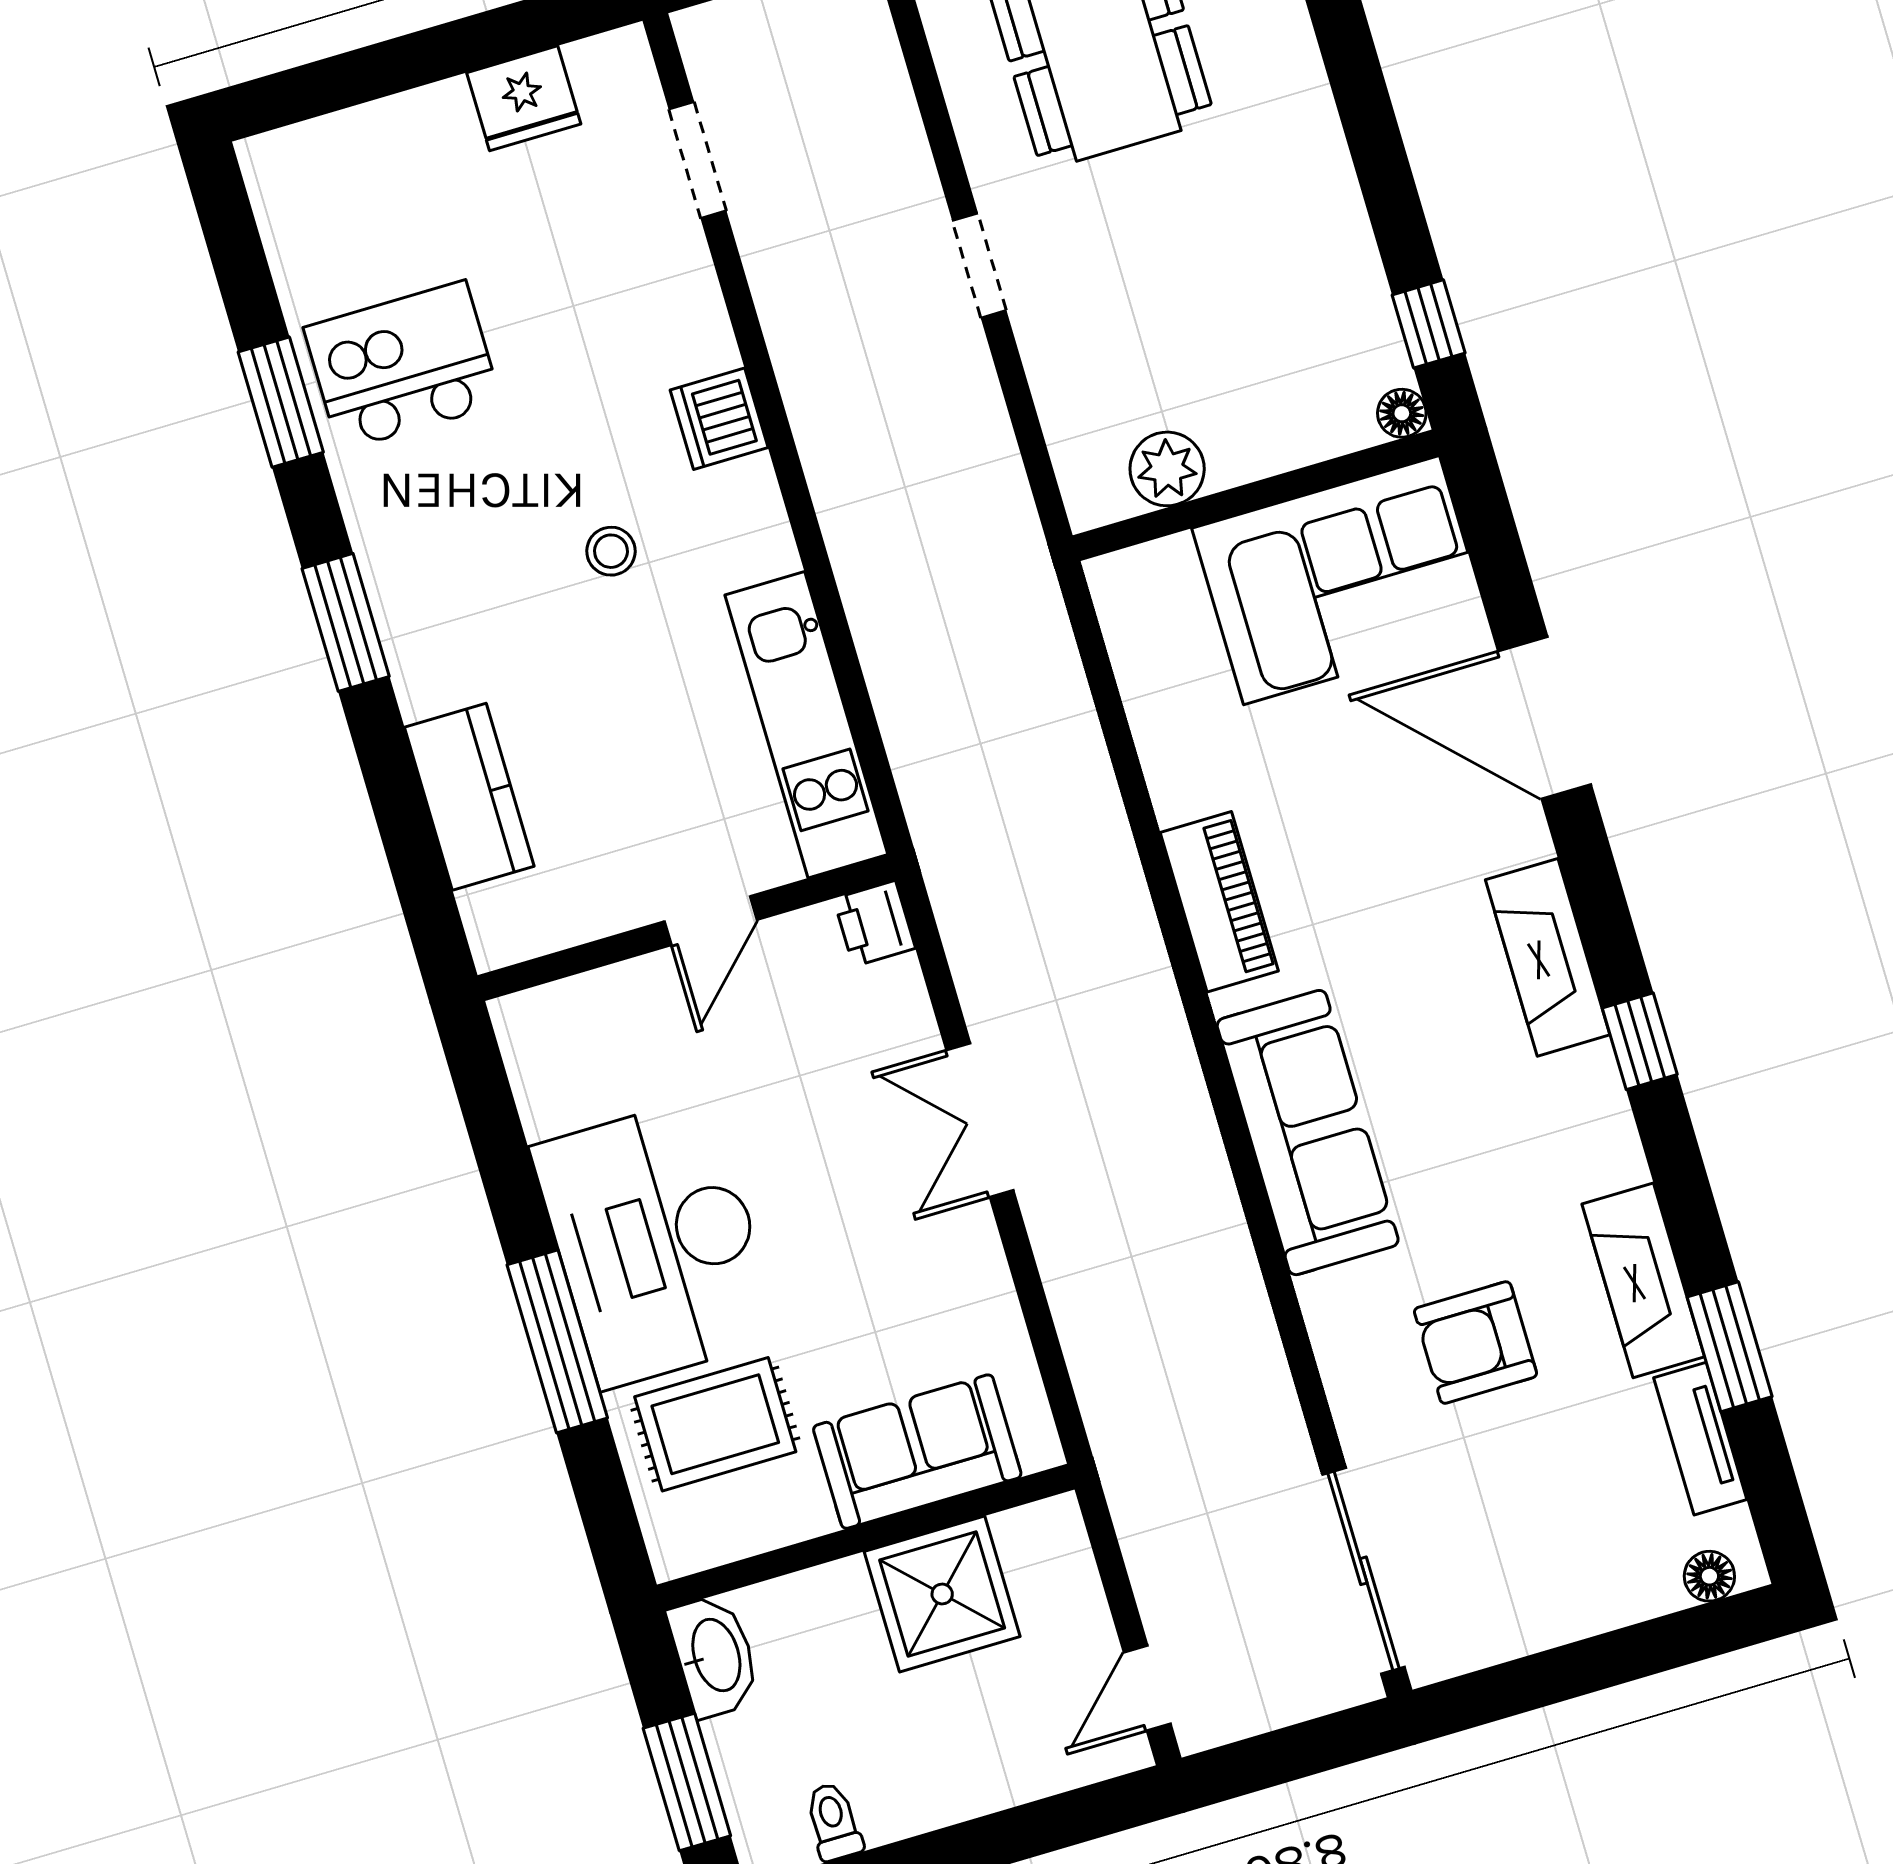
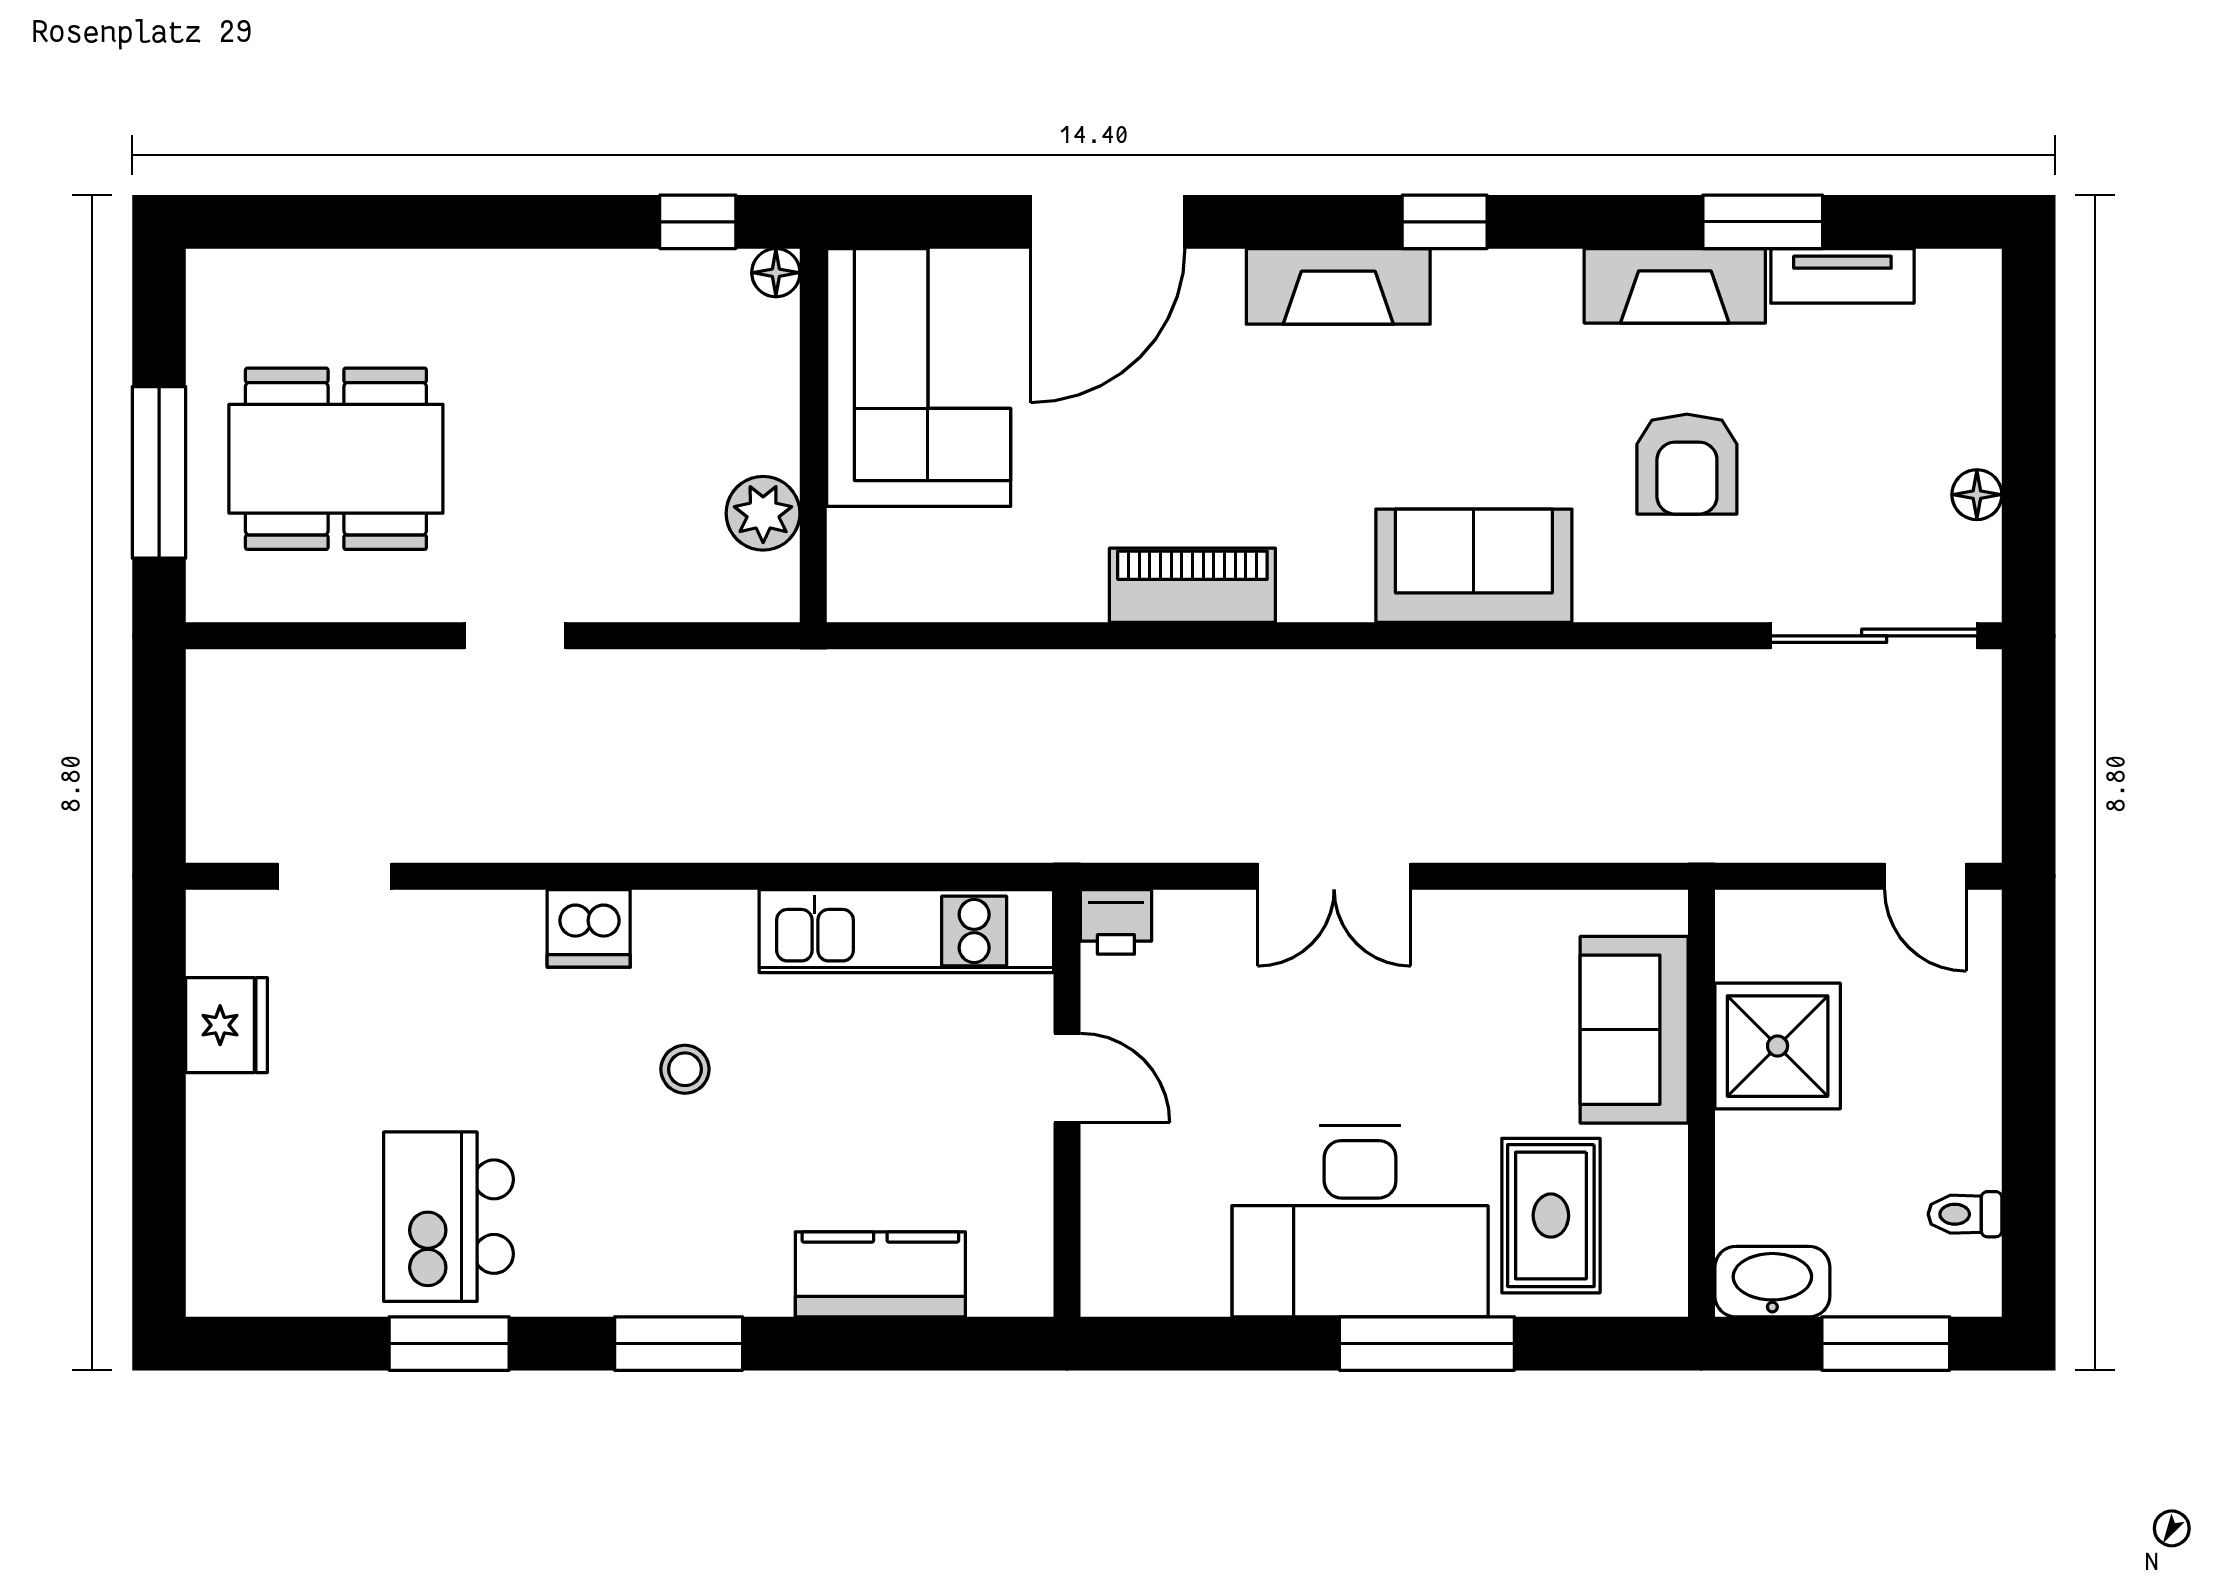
sofa: (1308, 1133) -> (1474, 566), width x0.73
floor lamp: (1709, 1576) -> (1977, 495), moved

